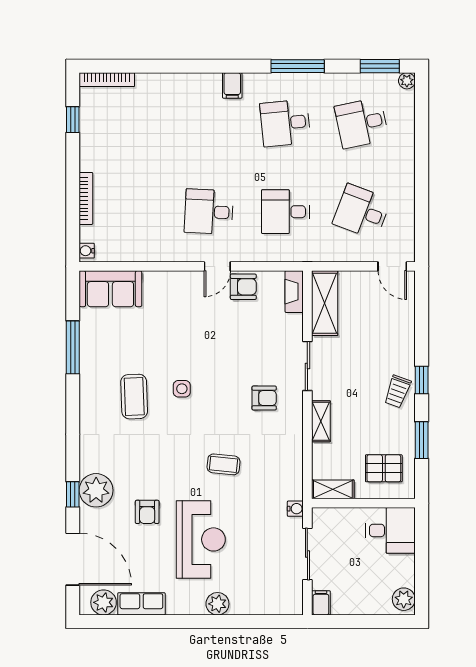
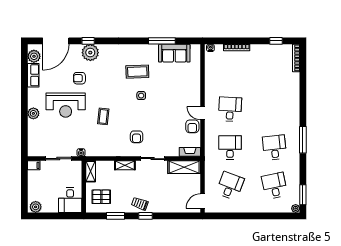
window: (298, 66) -> (303, 140), moved
filing cabinet: (232, 85) -> (293, 121), removed
sofa: (110, 289) -> (174, 53), moved, turned -90
pallet: (384, 468) -> (101, 197), turned 90

